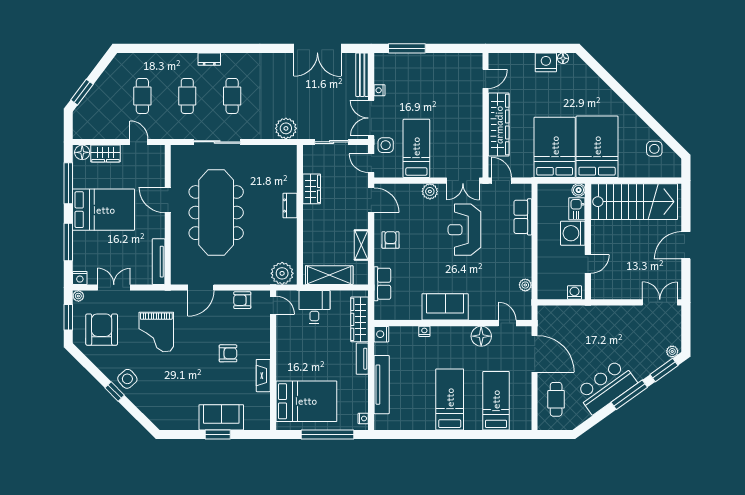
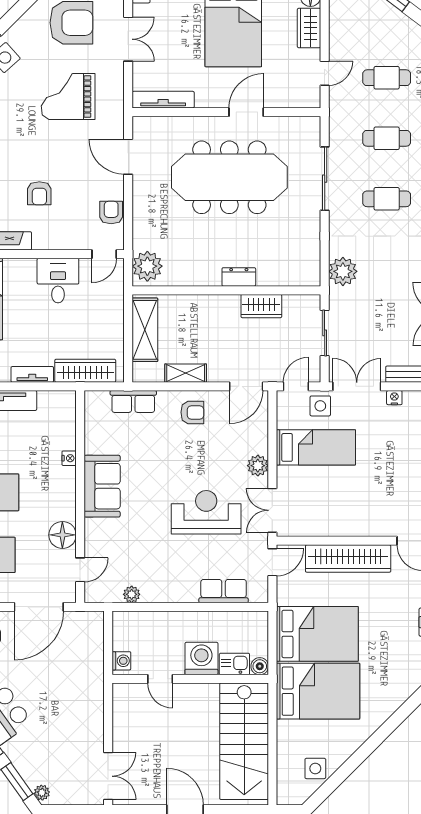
desk: (314, 307) -> (58, 281), moved, turned -90
nightstand: (381, 334) -> (65, 400), removed

